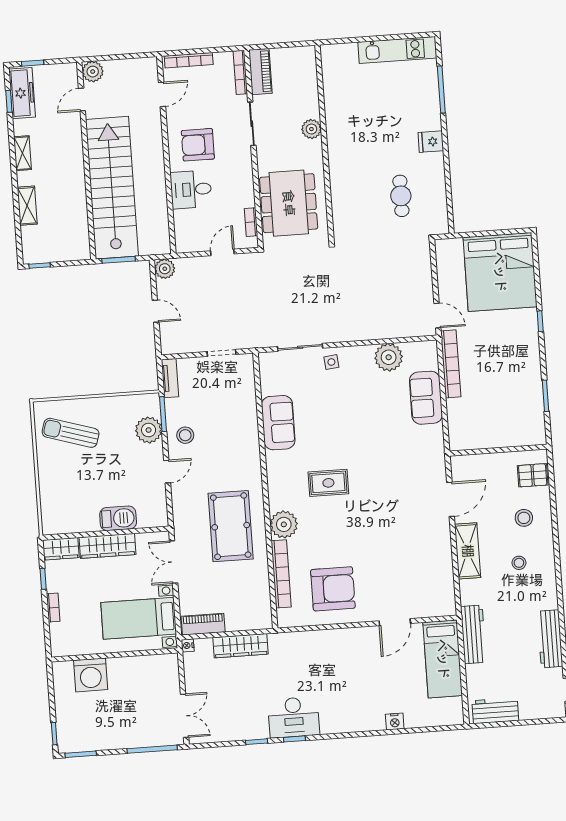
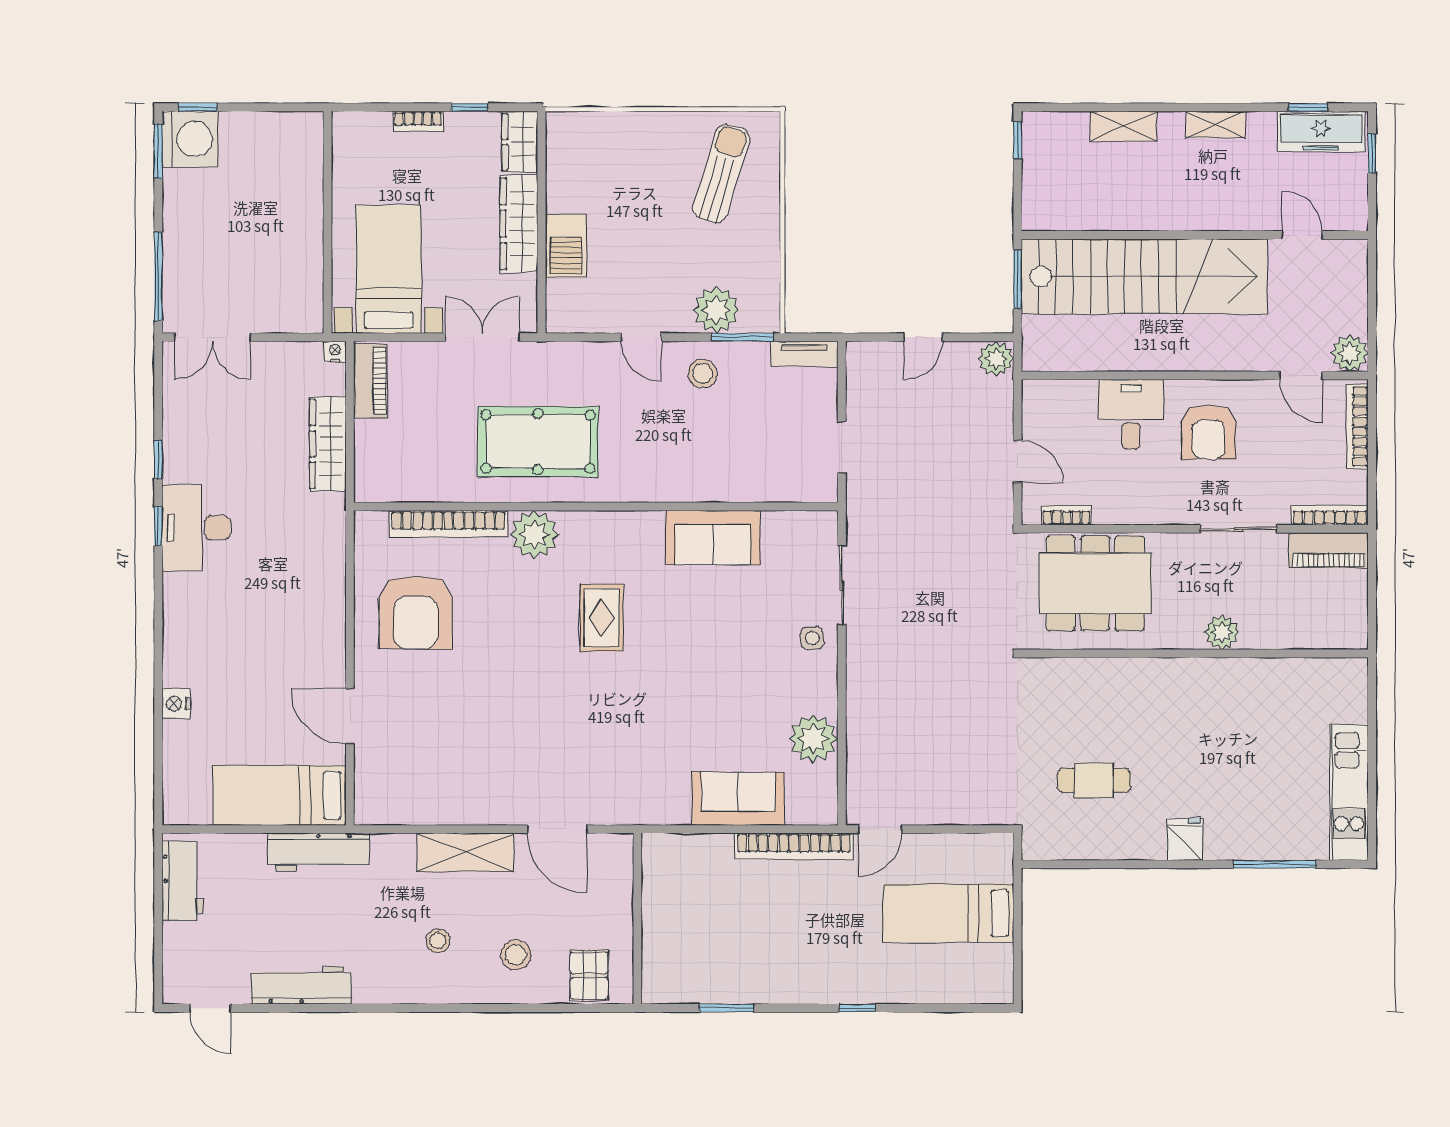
plant: (93, 72) -> (1350, 353), moved
armchair: (198, 145) -> (1208, 432), turned 180
bed: (500, 272) -> (948, 913), width x0.49
washing machine: (91, 675) -> (190, 139), moved, turned 180

